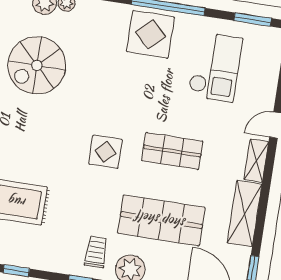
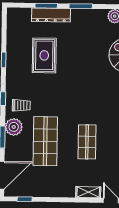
display table: (105, 152) -> (81, 103), removed
shelving: (245, 213) -> (56, 190), removed

